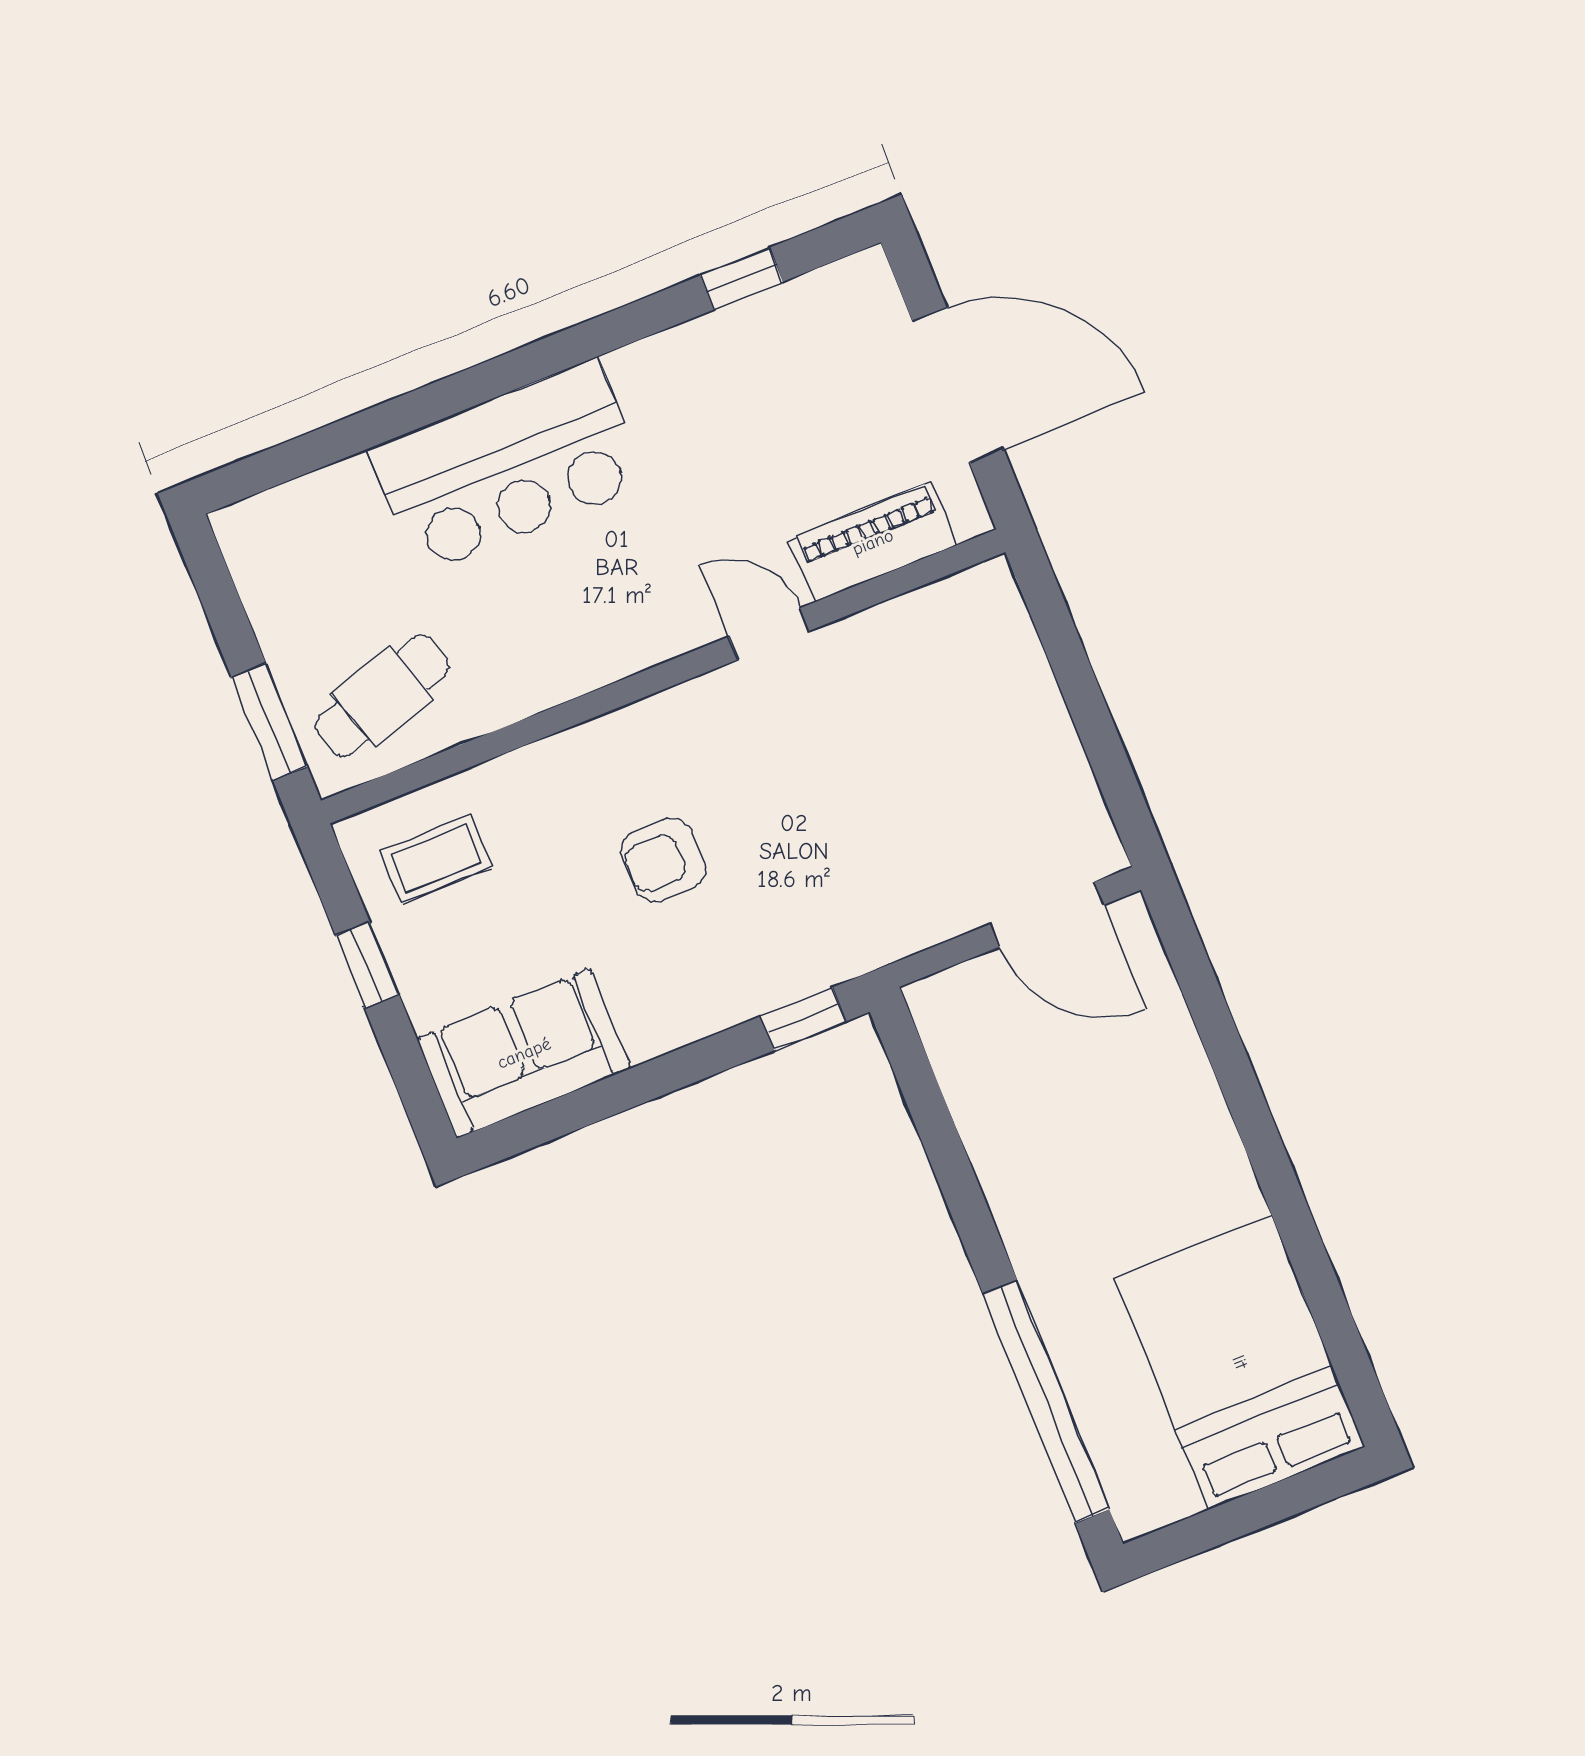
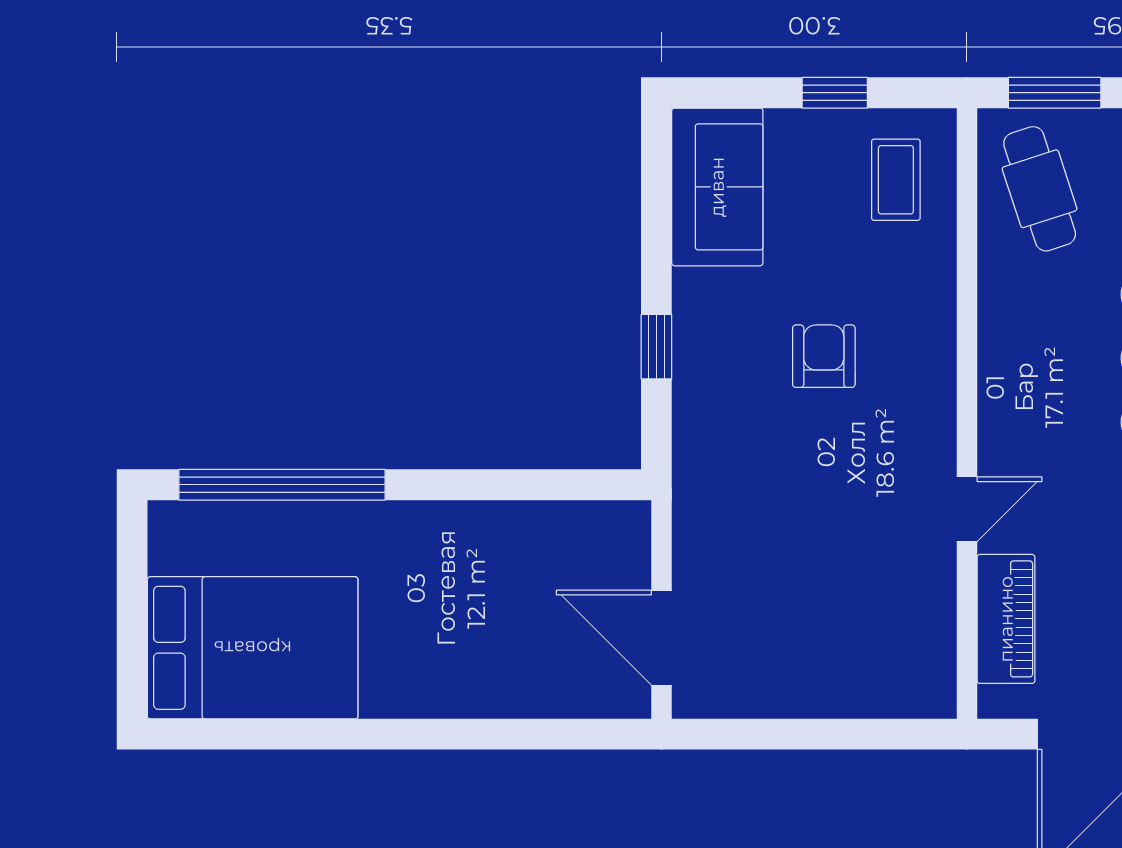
door: (1047, 914) -> (662, 638), hinge flipped
window: (803, 1019) -> (656, 347), moved

